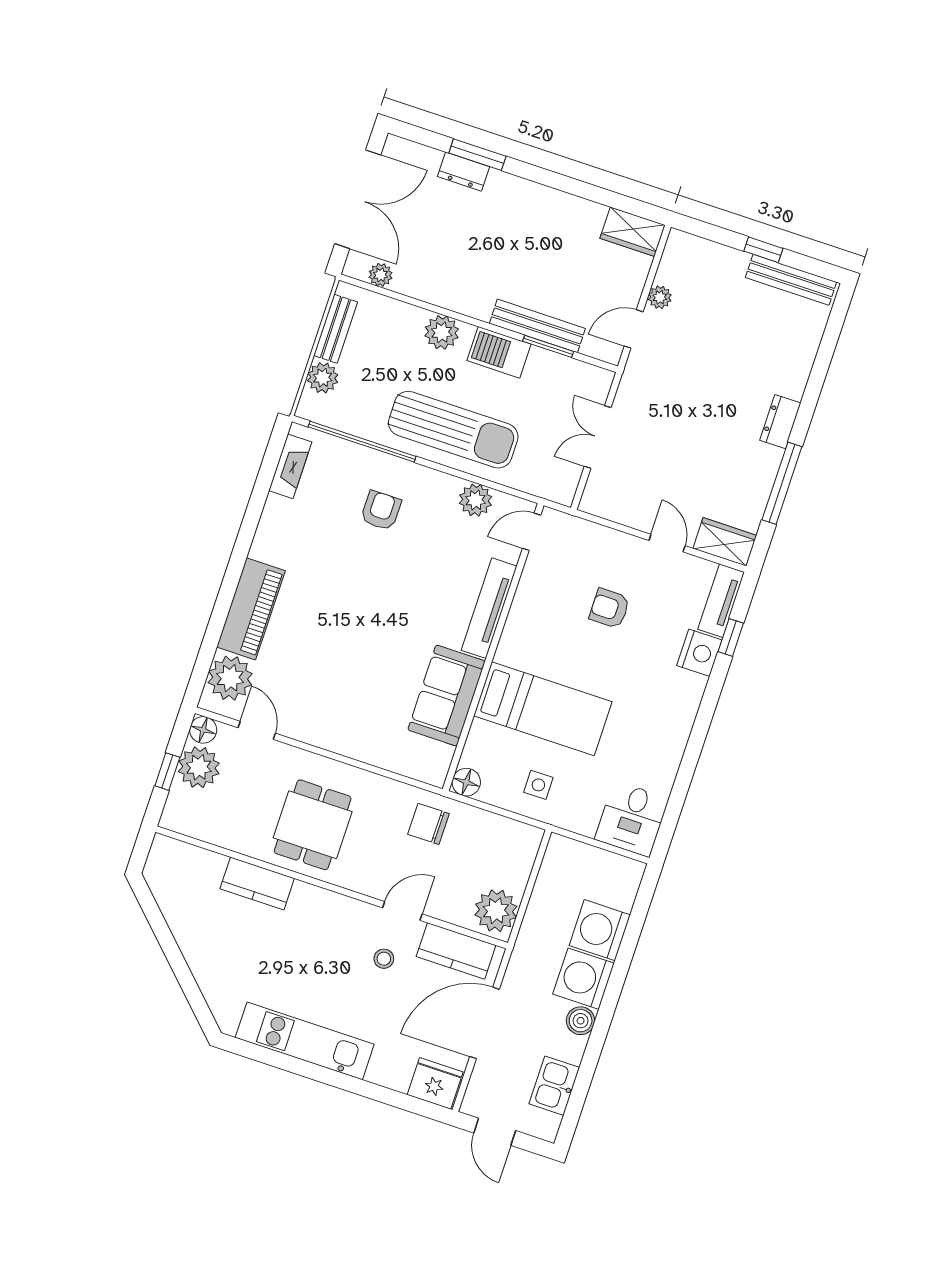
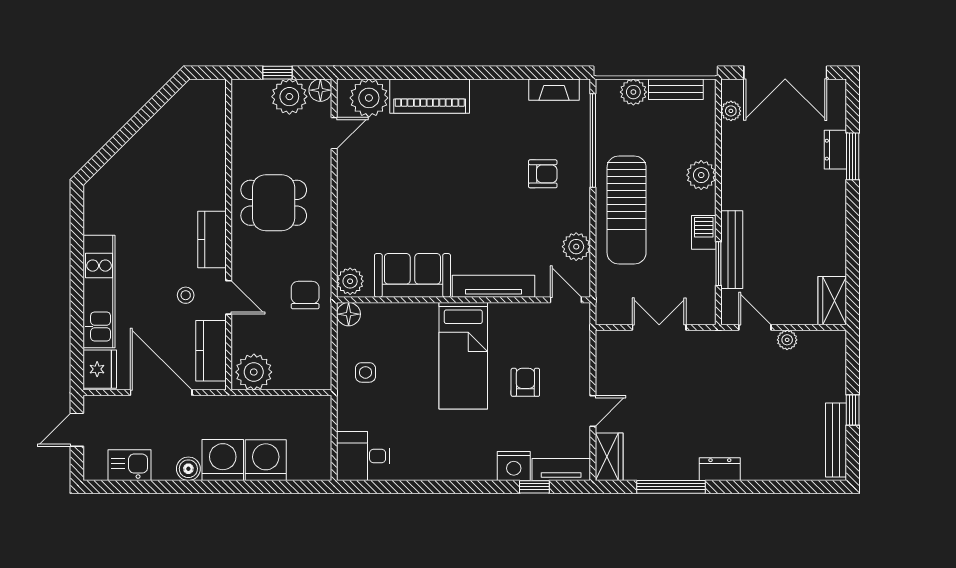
barbecue: (499, 352) -> (704, 232), width x0.73, depth x0.79
bed: (543, 709) -> (463, 356), moved
plant: (430, 768) -> (350, 281), added
kitchen counter: (257, 884) -> (212, 239), moved
kitchen unit: (305, 1041) -> (99, 292), moved

